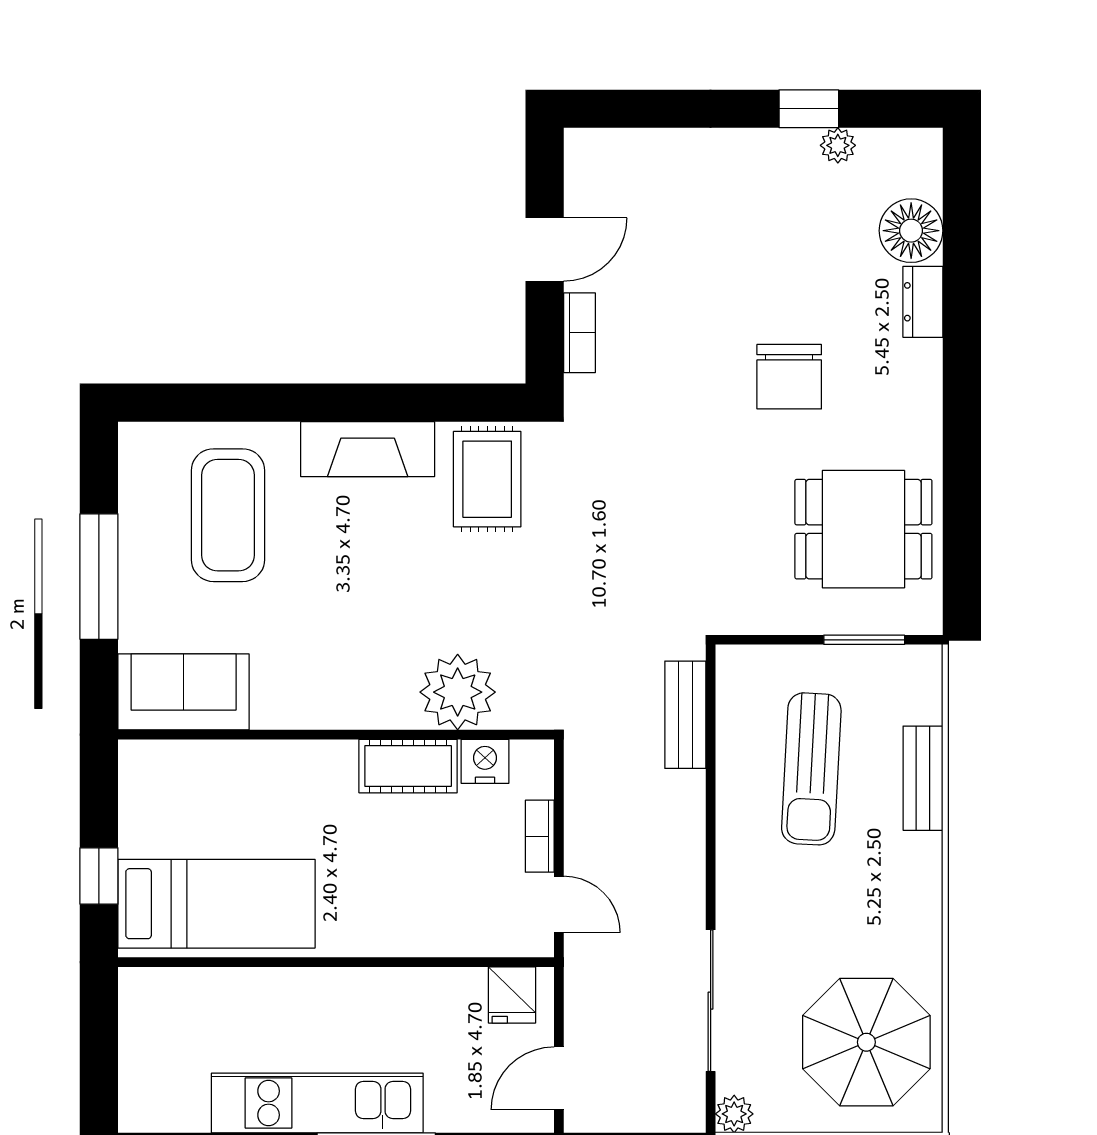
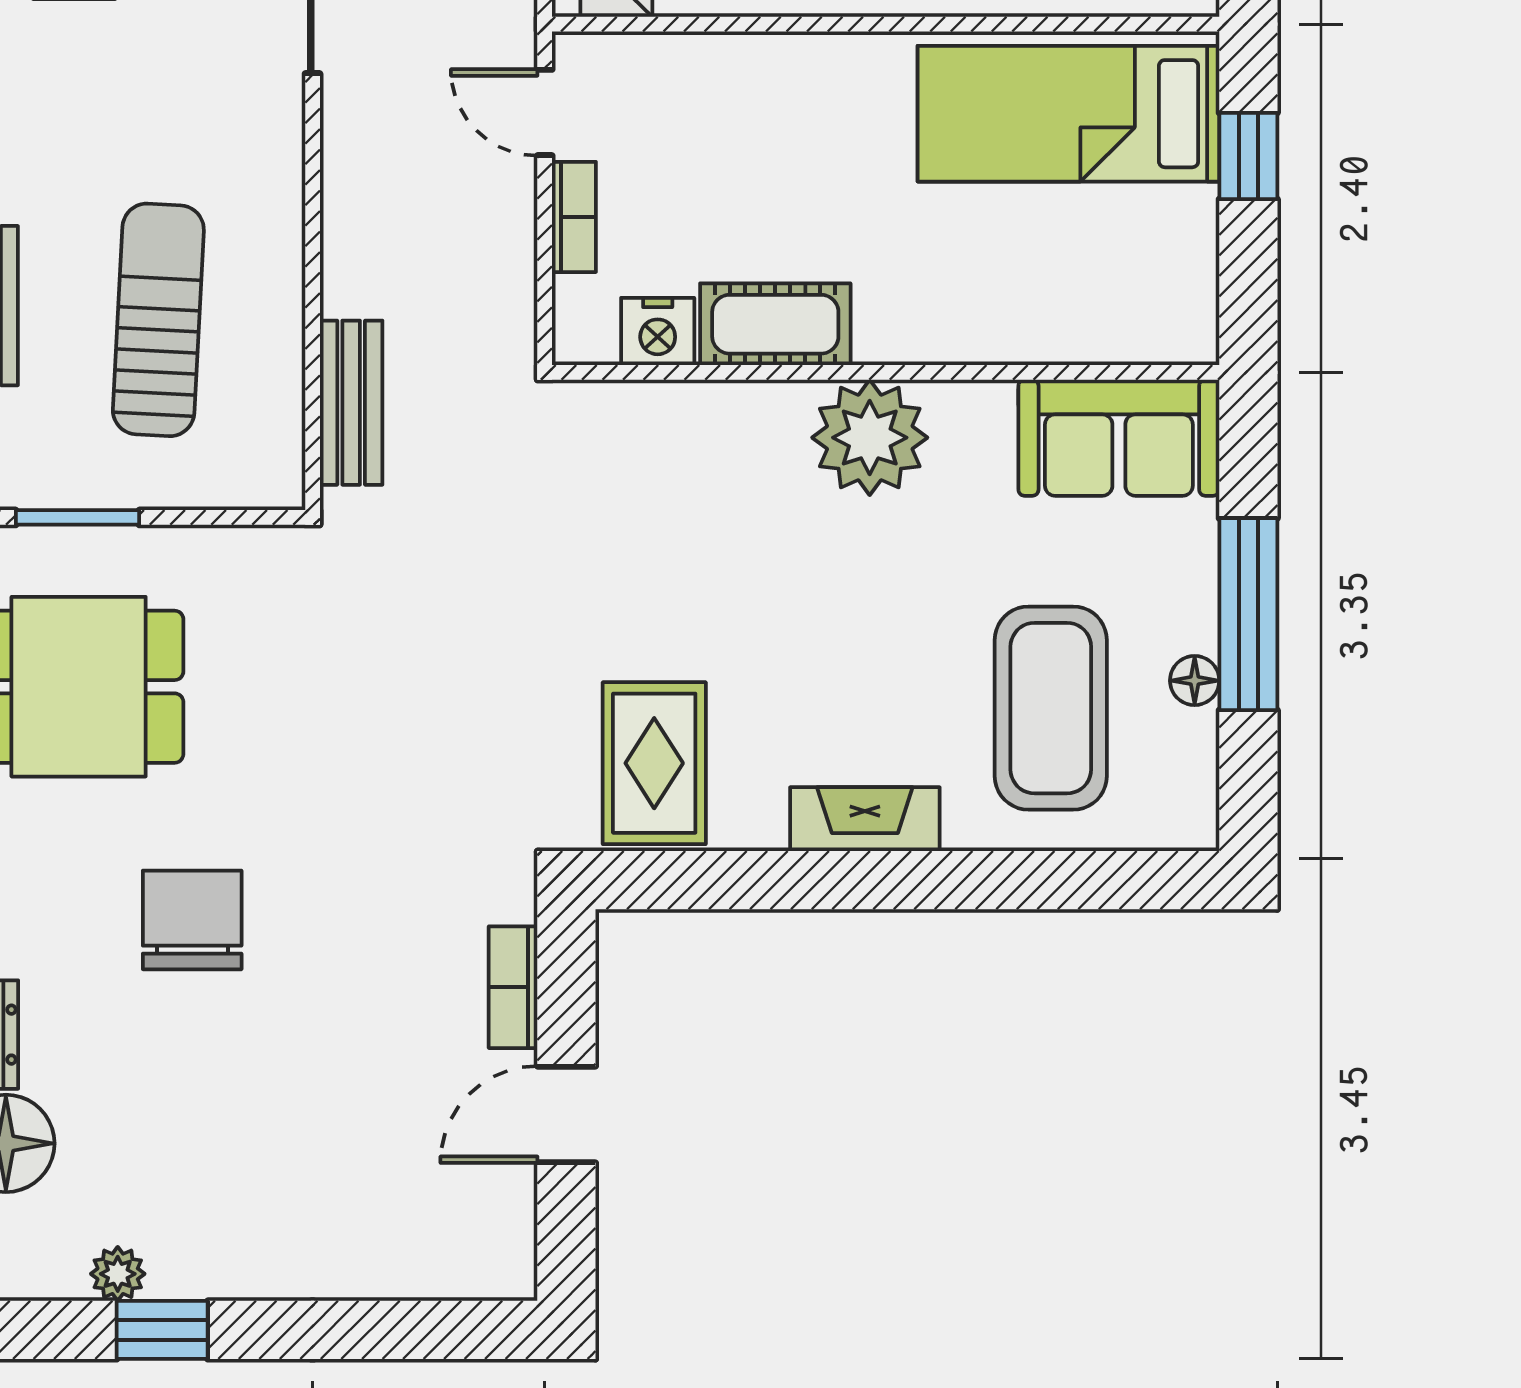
fireplace: (368, 449) -> (865, 819), width x0.73, depth x0.76
floor lamp: (134, 533) -> (1195, 681), added
plant: (458, 692) -> (870, 438), moved

